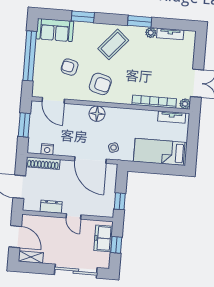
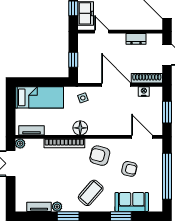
sofa: (55, 30) -> (132, 202), moved
bookcase: (154, 102) -> (64, 143), moved
floor lamp: (97, 114) -> (80, 128), moved
door: (90, 160) -> (116, 85), moved
window: (120, 201) -> (73, 60), moved
door: (73, 216) -> (102, 32), moved

